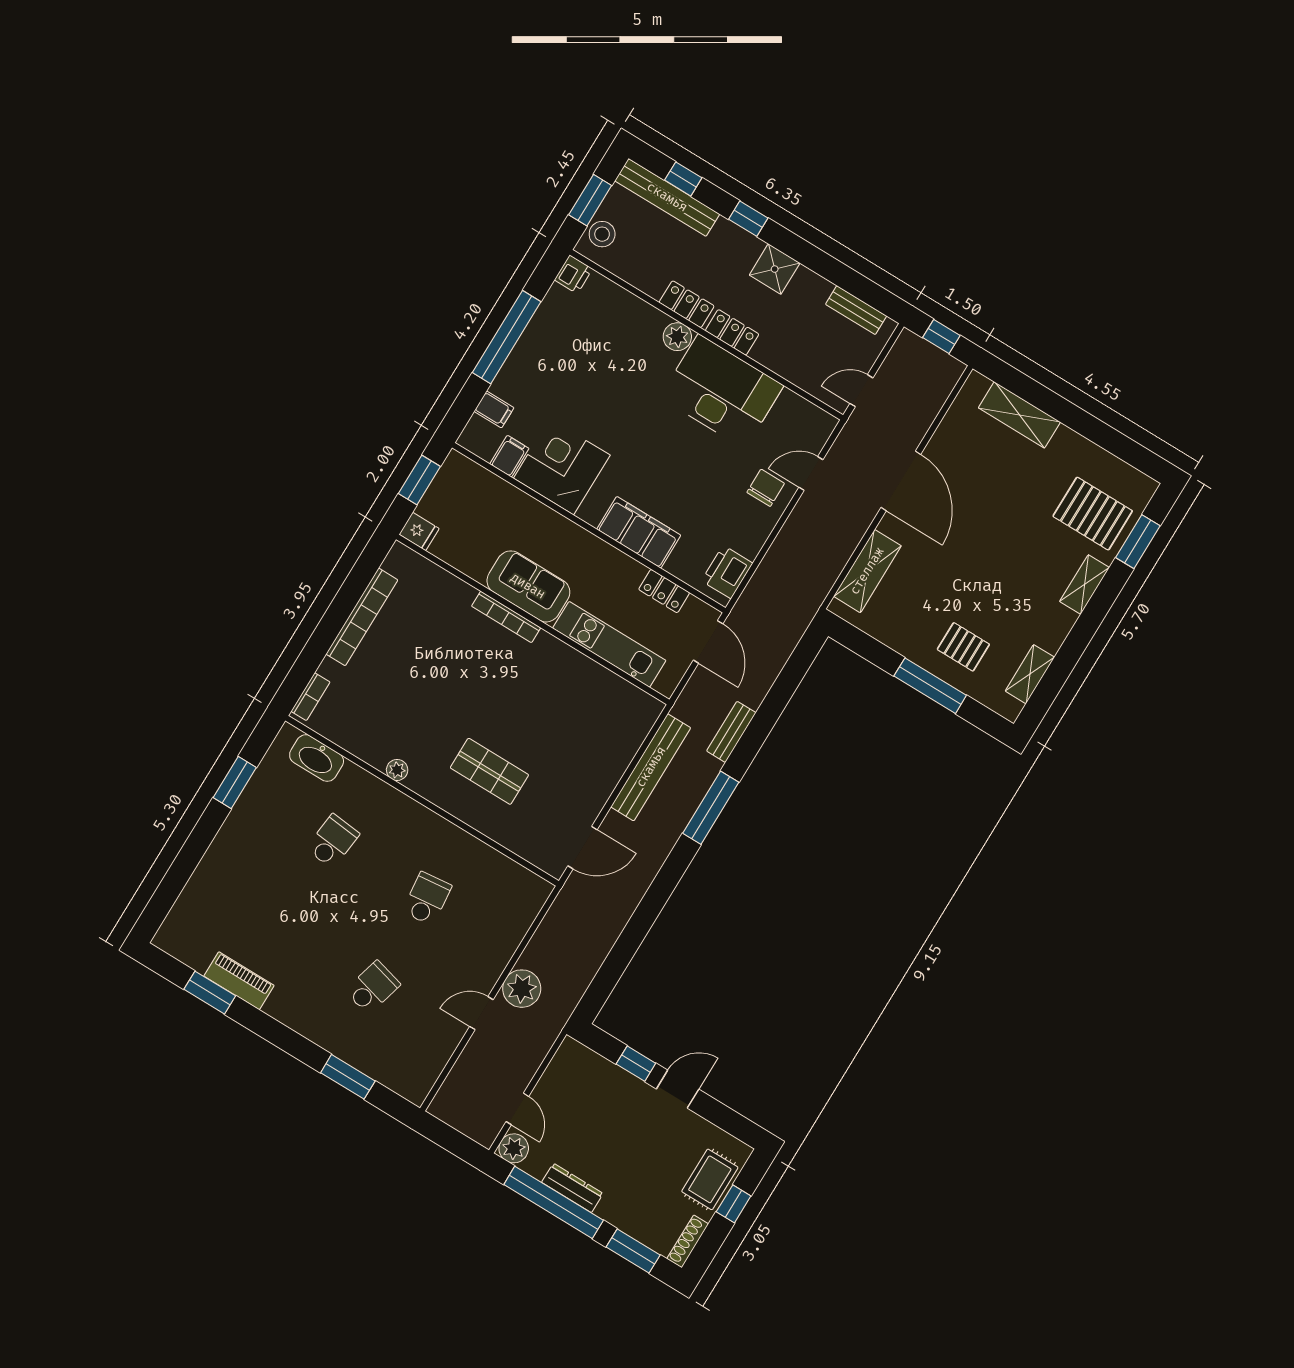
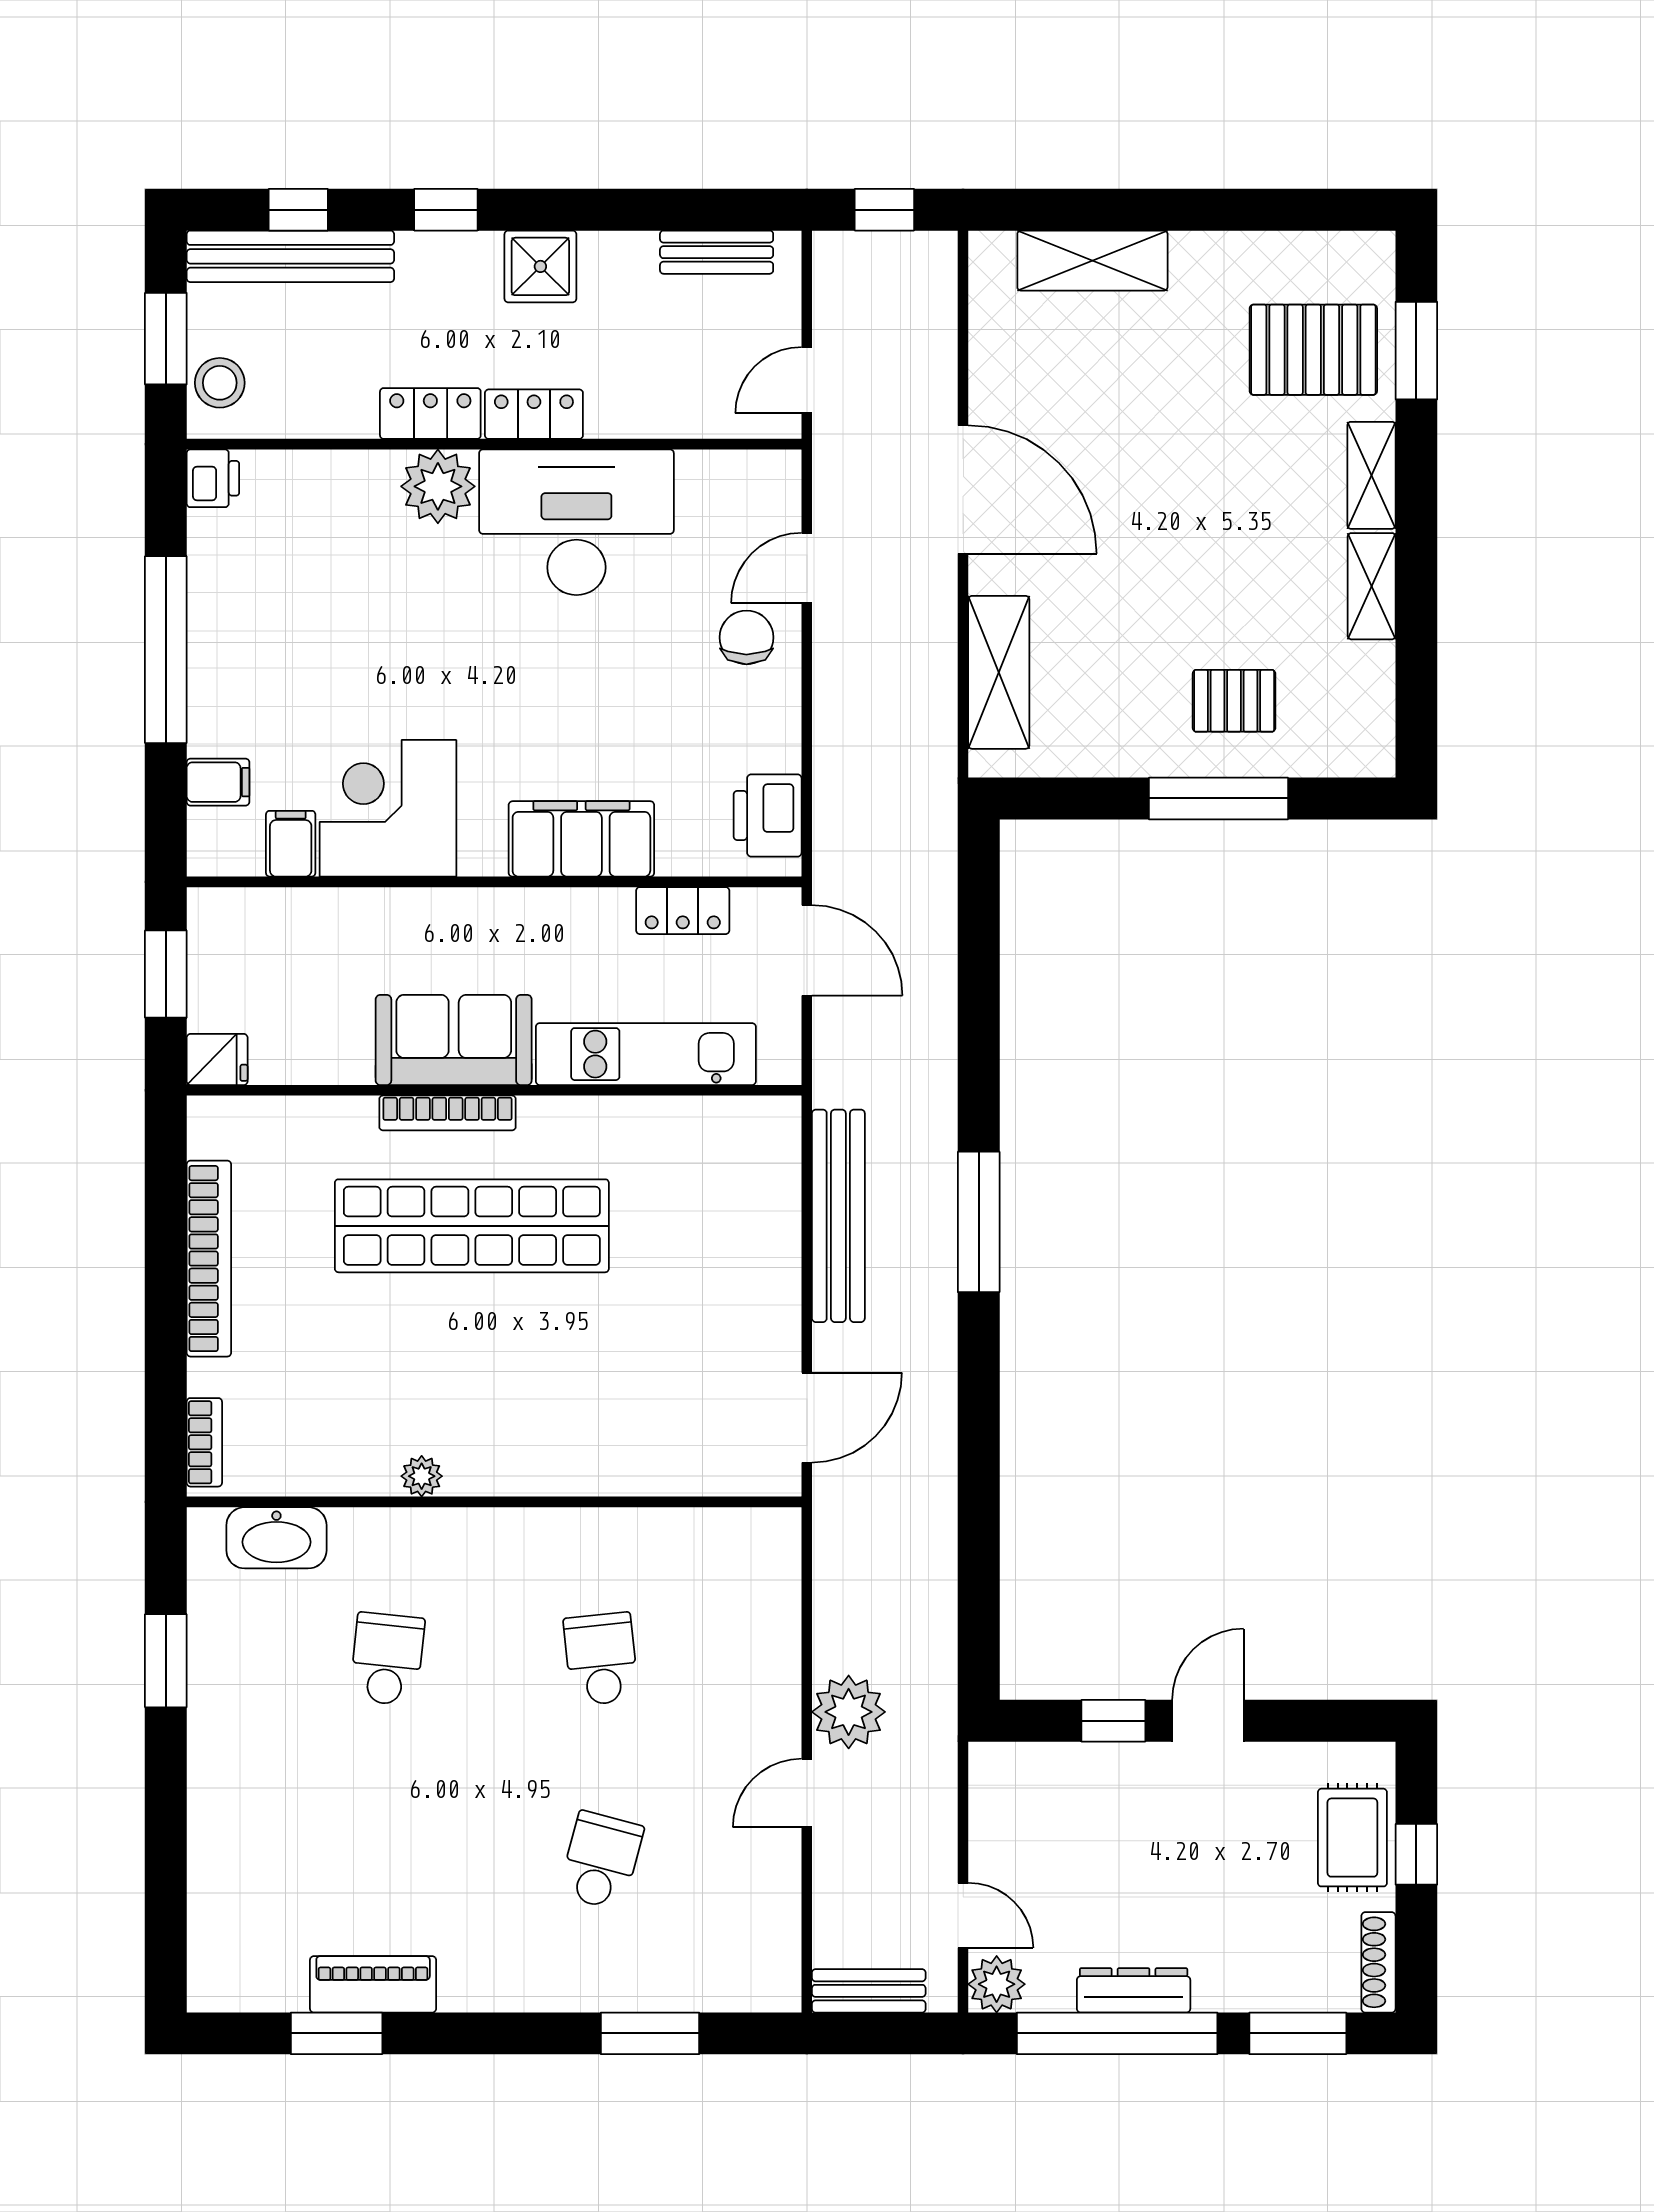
plant: (677, 337) -> (438, 486), width x1.36, depth x1.36
shelving: (1030, 674) -> (1372, 586), moved
bench: (731, 732) -> (869, 1991), moved, turned 90
shop shelf: (489, 771) -> (472, 1226), moved, width x2.00, depth x1.36

